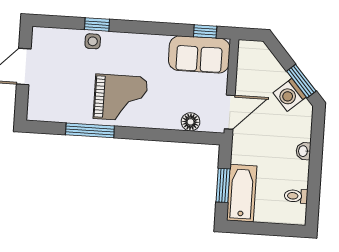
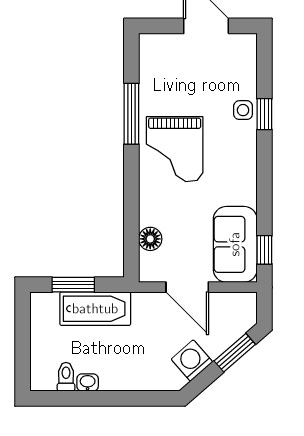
window: (301, 81) -> (235, 353), moved
door: (230, 112) -> (187, 287), moved
washbasin: (303, 151) -> (88, 382), moved
bathtub: (242, 193) -> (95, 309), moved

